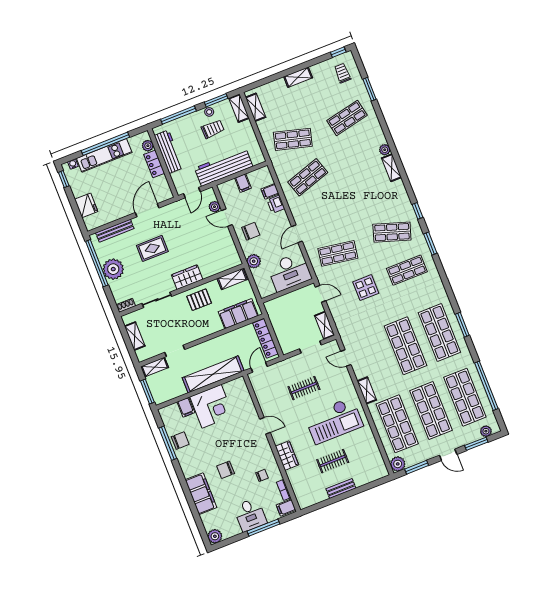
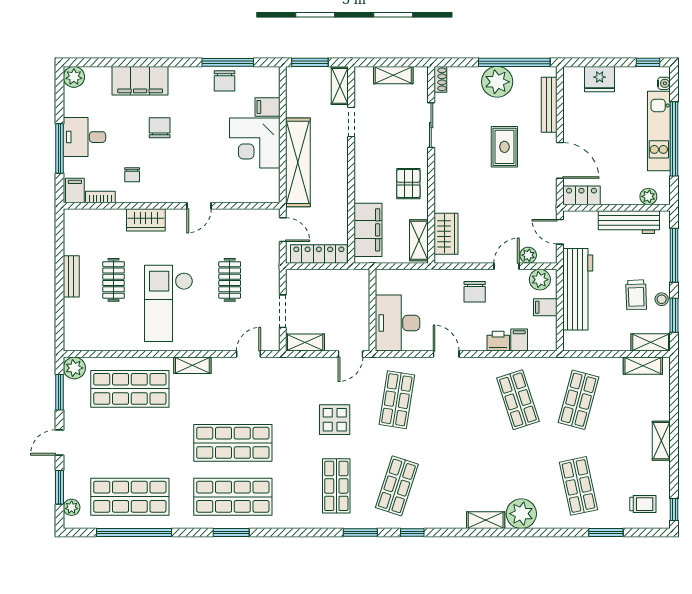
plant: (385, 150) -> (521, 514), width x1.87, depth x1.87
locker: (154, 164) -> (581, 195), moved
plant: (254, 261) -> (540, 280), moved
wardrobe: (187, 277) -> (446, 234), moved
shop shelf: (431, 411) -> (130, 443), removed

